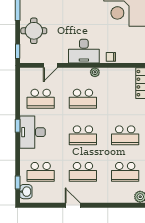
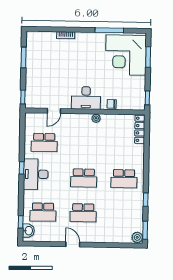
round table: (34, 31) -> (39, 78), removed
school desk: (83, 99) -> (84, 143), removed
school desk: (125, 172) -> (123, 214), removed

